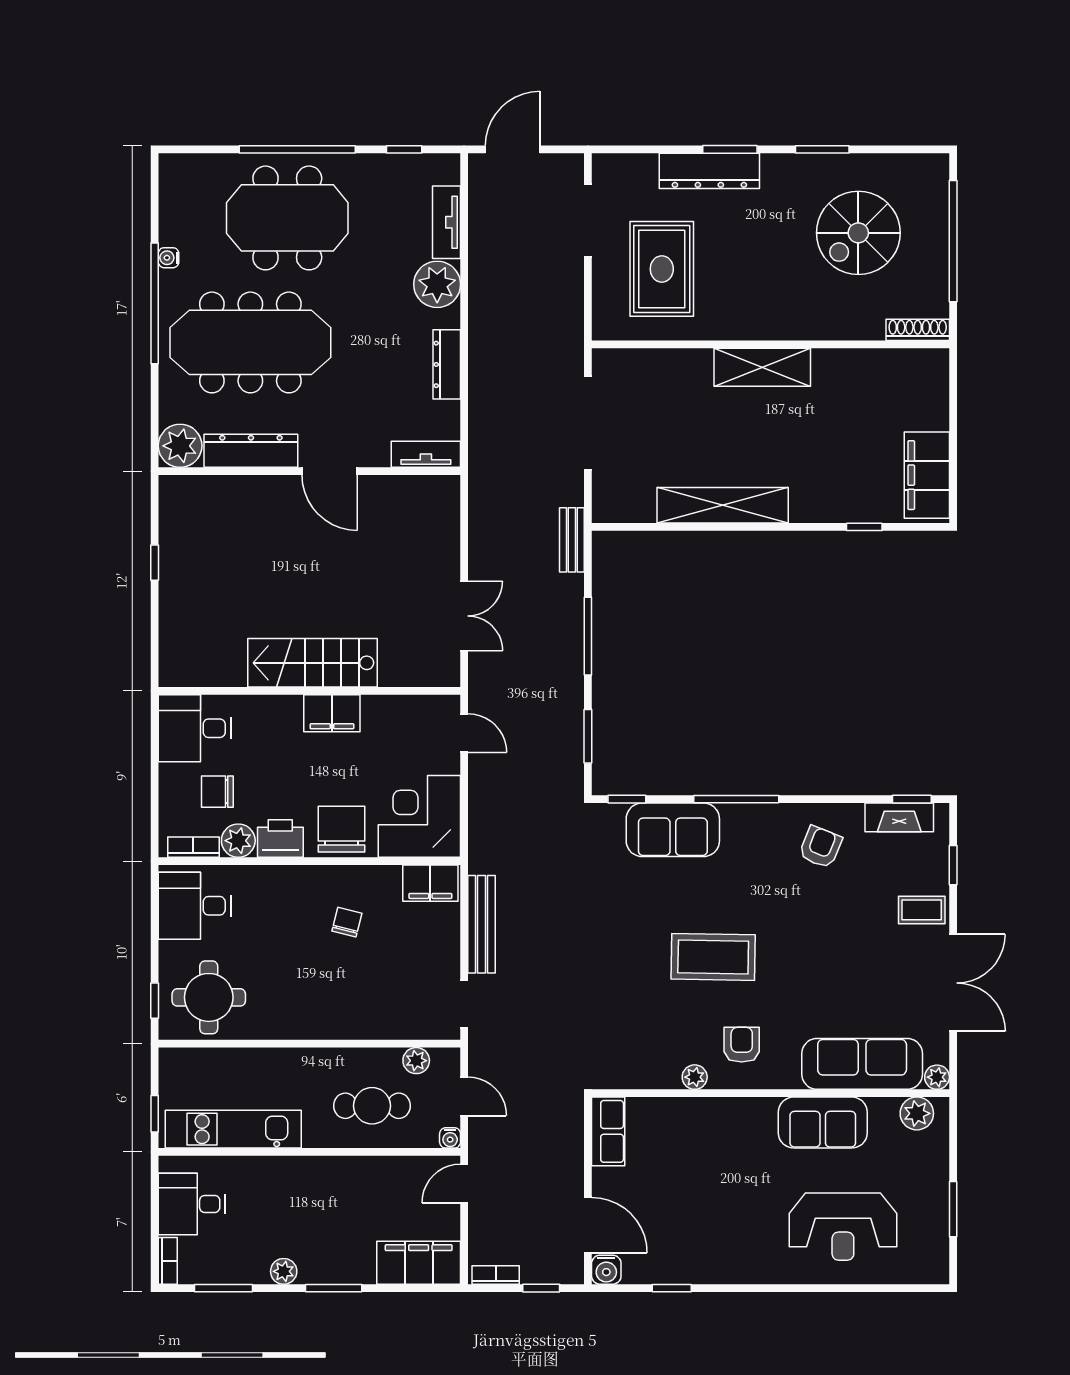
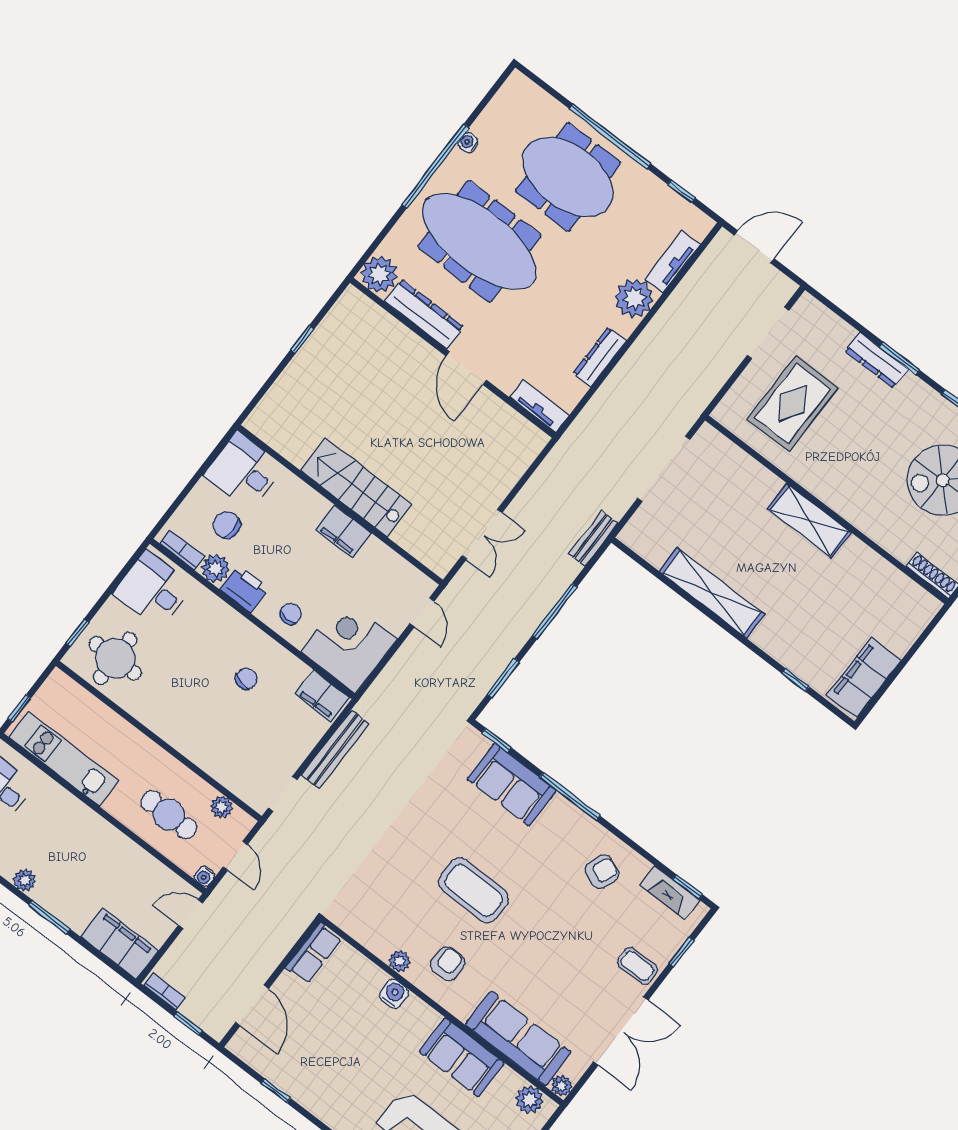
dresser: (709, 171) -> (877, 360), width x0.73, depth x0.80
chair: (342, 829) -> (290, 614), width x0.54, depth x0.54
water cooler: (606, 1270) -> (394, 994), moved, turned 180

